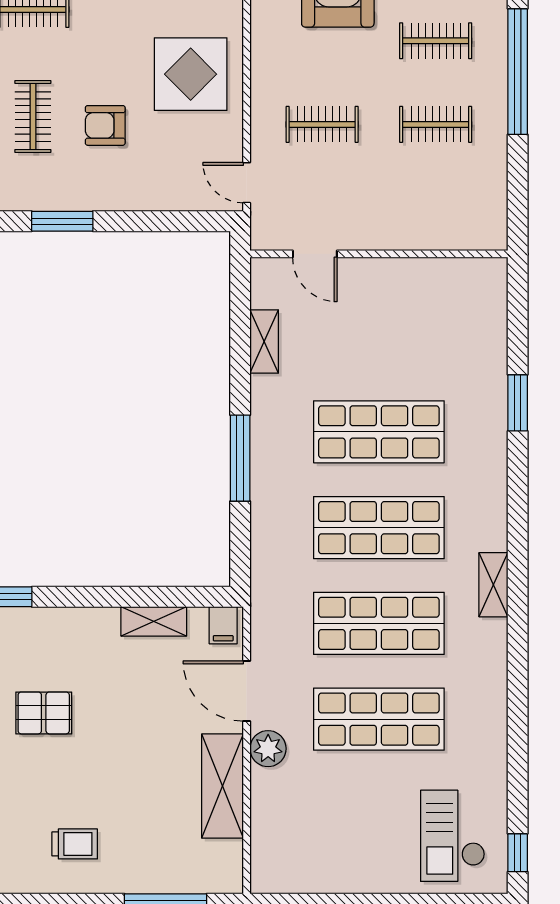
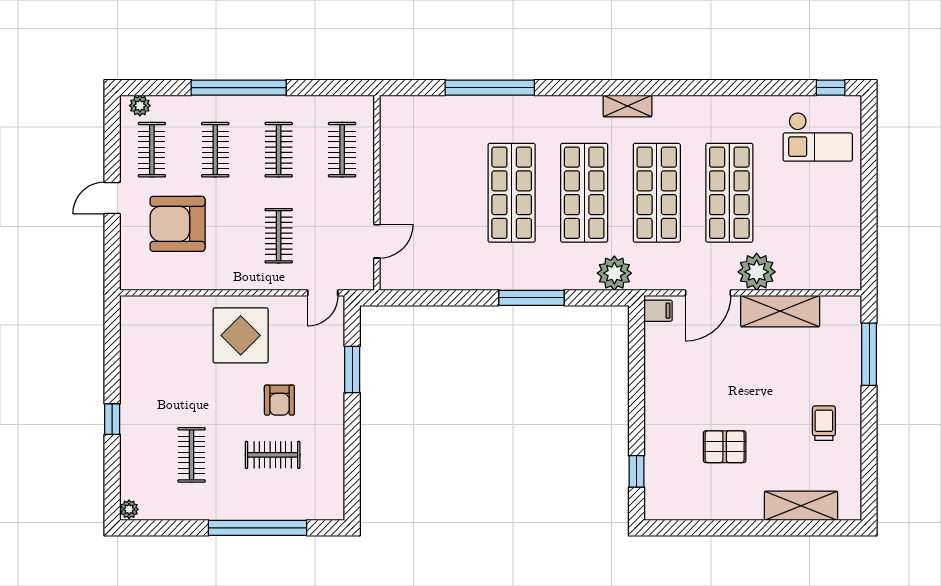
clothes rail: (436, 208) -> (342, 150), added
window: (62, 221) -> (352, 369), moved
shelving: (264, 342) -> (443, 280), removed
window: (518, 403) -> (490, 88), width x2.11
plant: (273, 567) -> (614, 273), added
shelving: (154, 621) -> (655, 363), removed
pallet: (44, 713) -> (725, 447), turned 90
plant: (268, 749) -> (757, 272), width x1.36, depth x1.36

